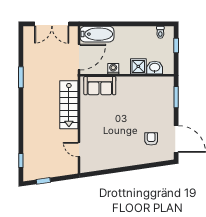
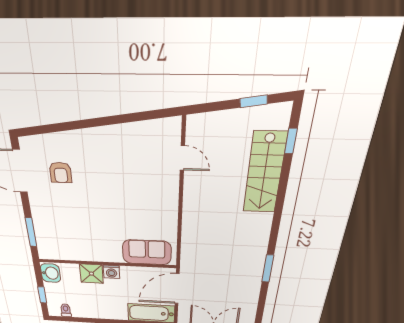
washbasin: (155, 68) -> (51, 273), moved, turned -90
washing machine: (113, 69) -> (111, 272), moved
stairs: (69, 105) -> (264, 173), moved, turned 180

